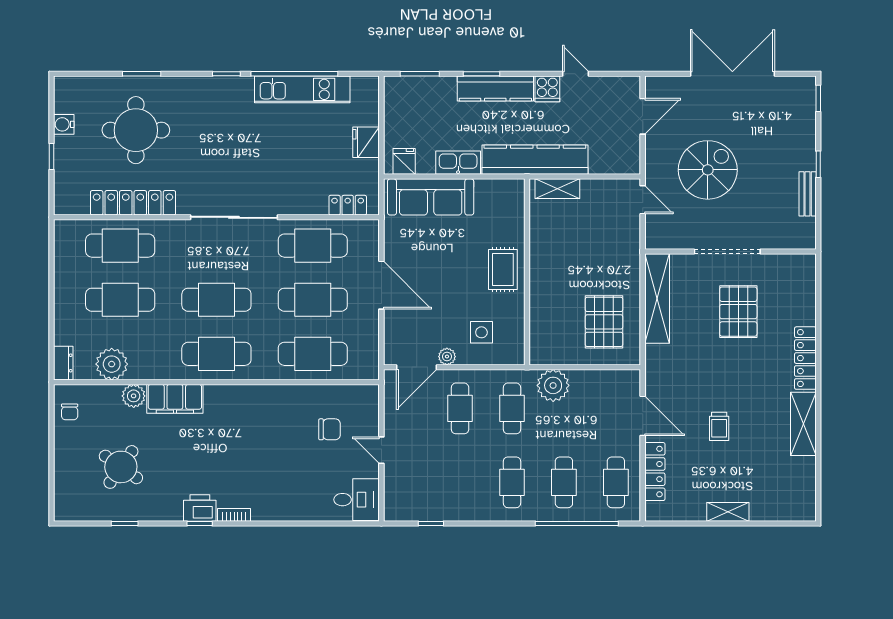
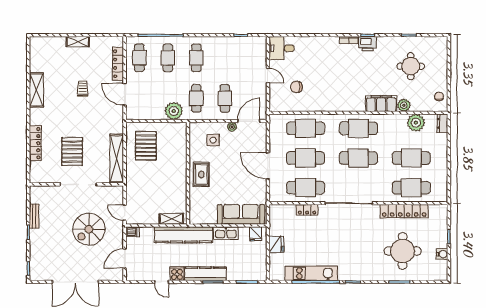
dishwasher: (629, 165) -> (132, 232), added
locker: (348, 205) -> (307, 210), moved
locker: (805, 358) -> (35, 143), moved
round table: (121, 467) -> (411, 66), turned -35

